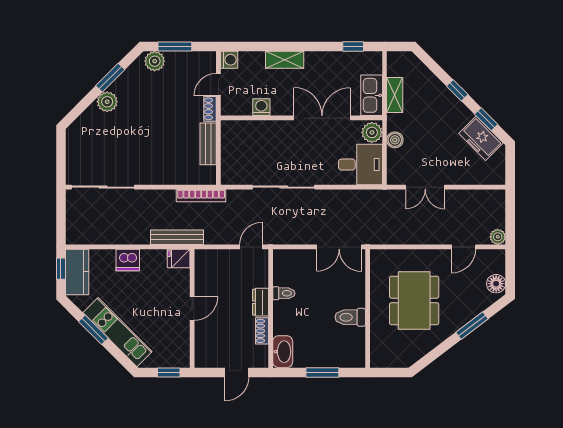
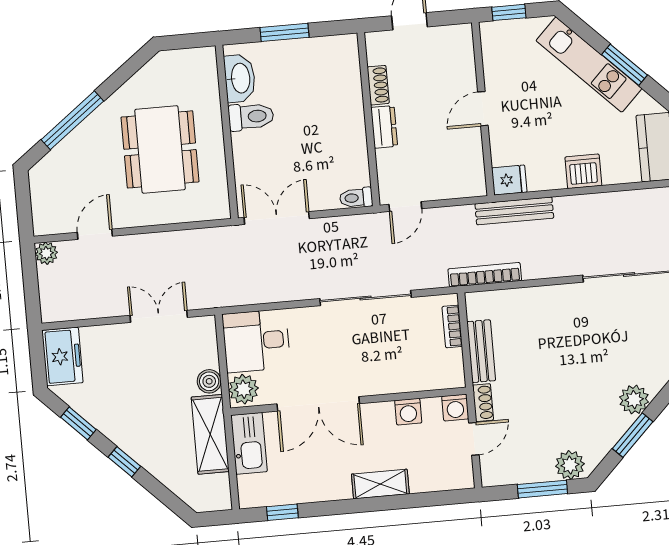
washing machine: (229, 60) -> (455, 408), moved, turned -90
shelving: (395, 95) -> (210, 434), width x1.50, depth x1.33
freezer: (481, 138) -> (62, 356), moved, turned 45
bookcase: (226, 162) -> (452, 326), added
floor lamp: (496, 284) -> (43, 185), removed
toilet: (284, 293) -> (356, 198), moved
window: (472, 326) -> (72, 120), width x1.44
washbasin: (283, 352) -> (240, 78), moved, turned 180

